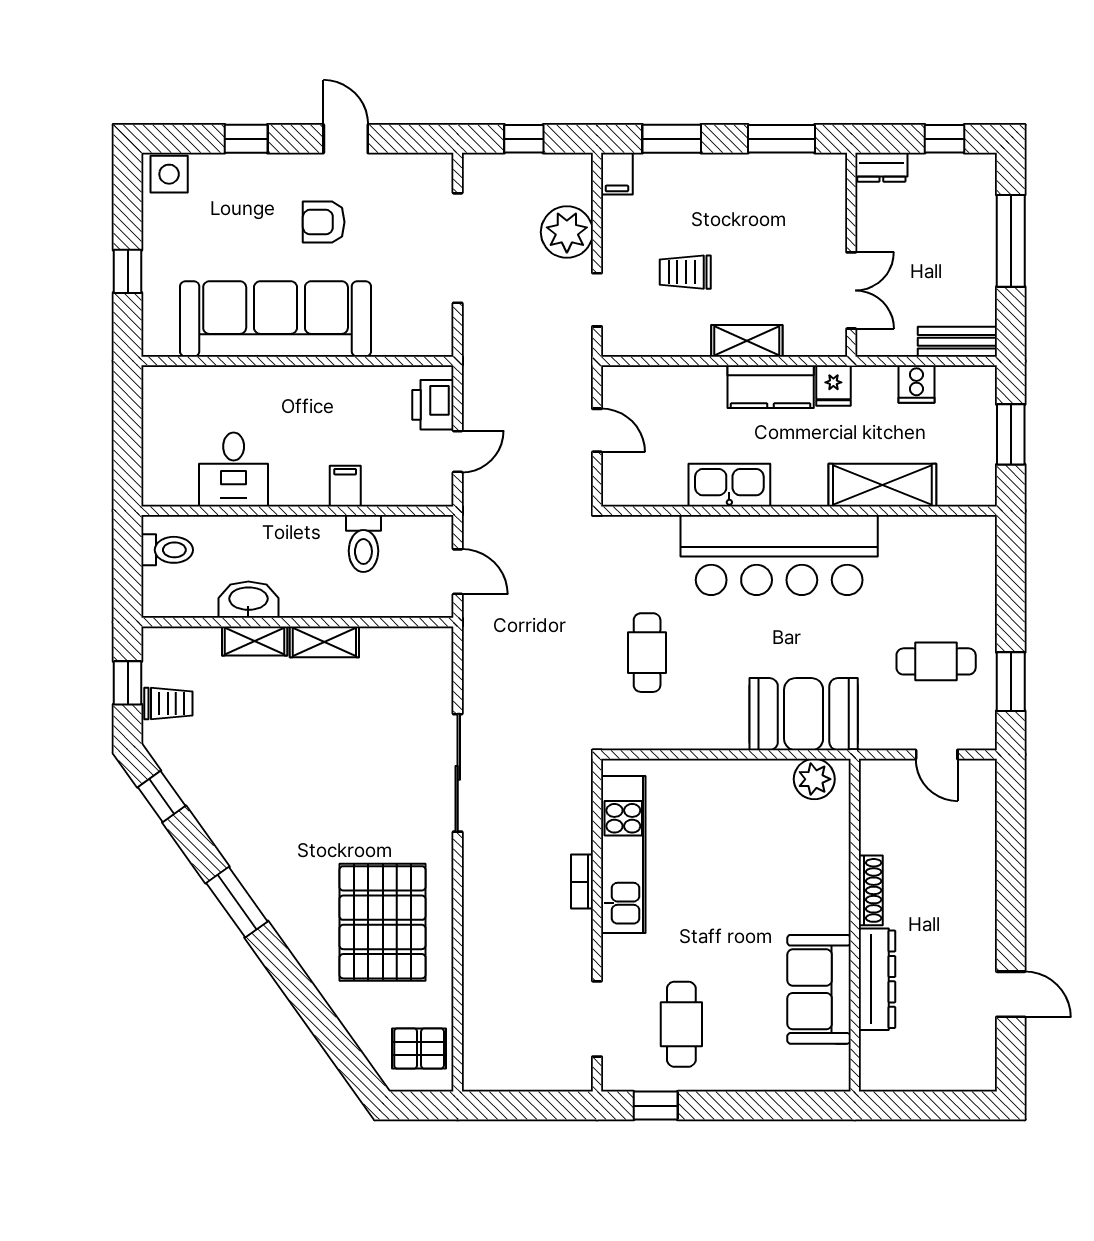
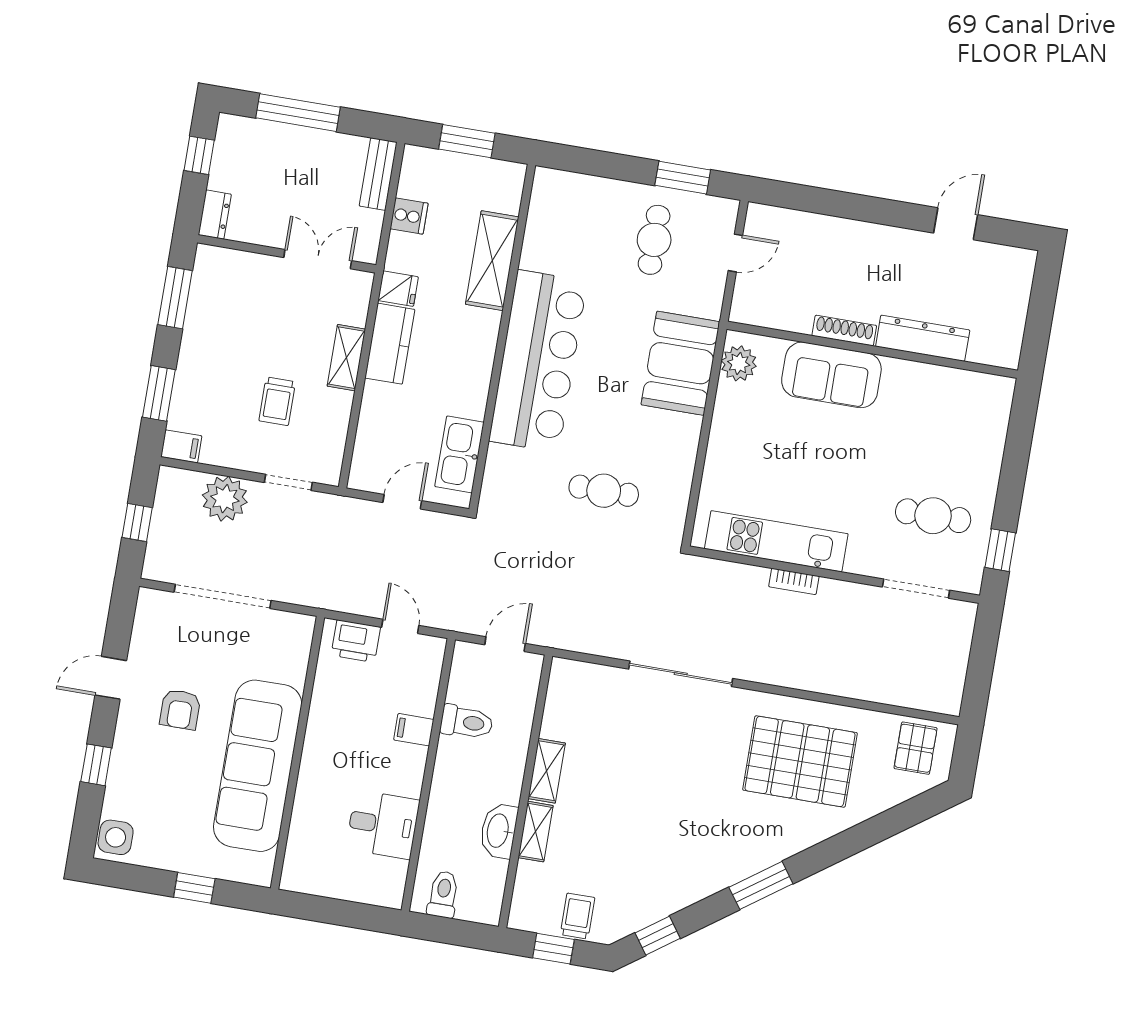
kitchen sink: (729, 485) -> (459, 454), moved
sofa: (819, 989) -> (831, 375), moved

